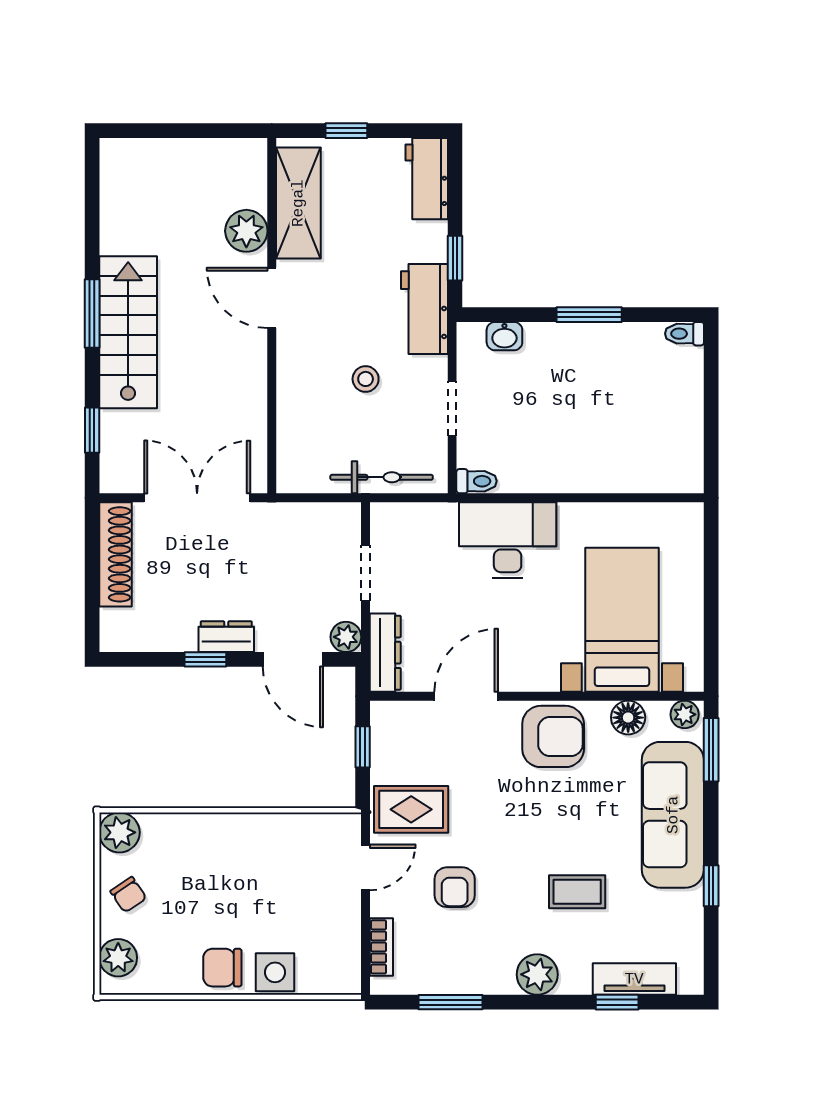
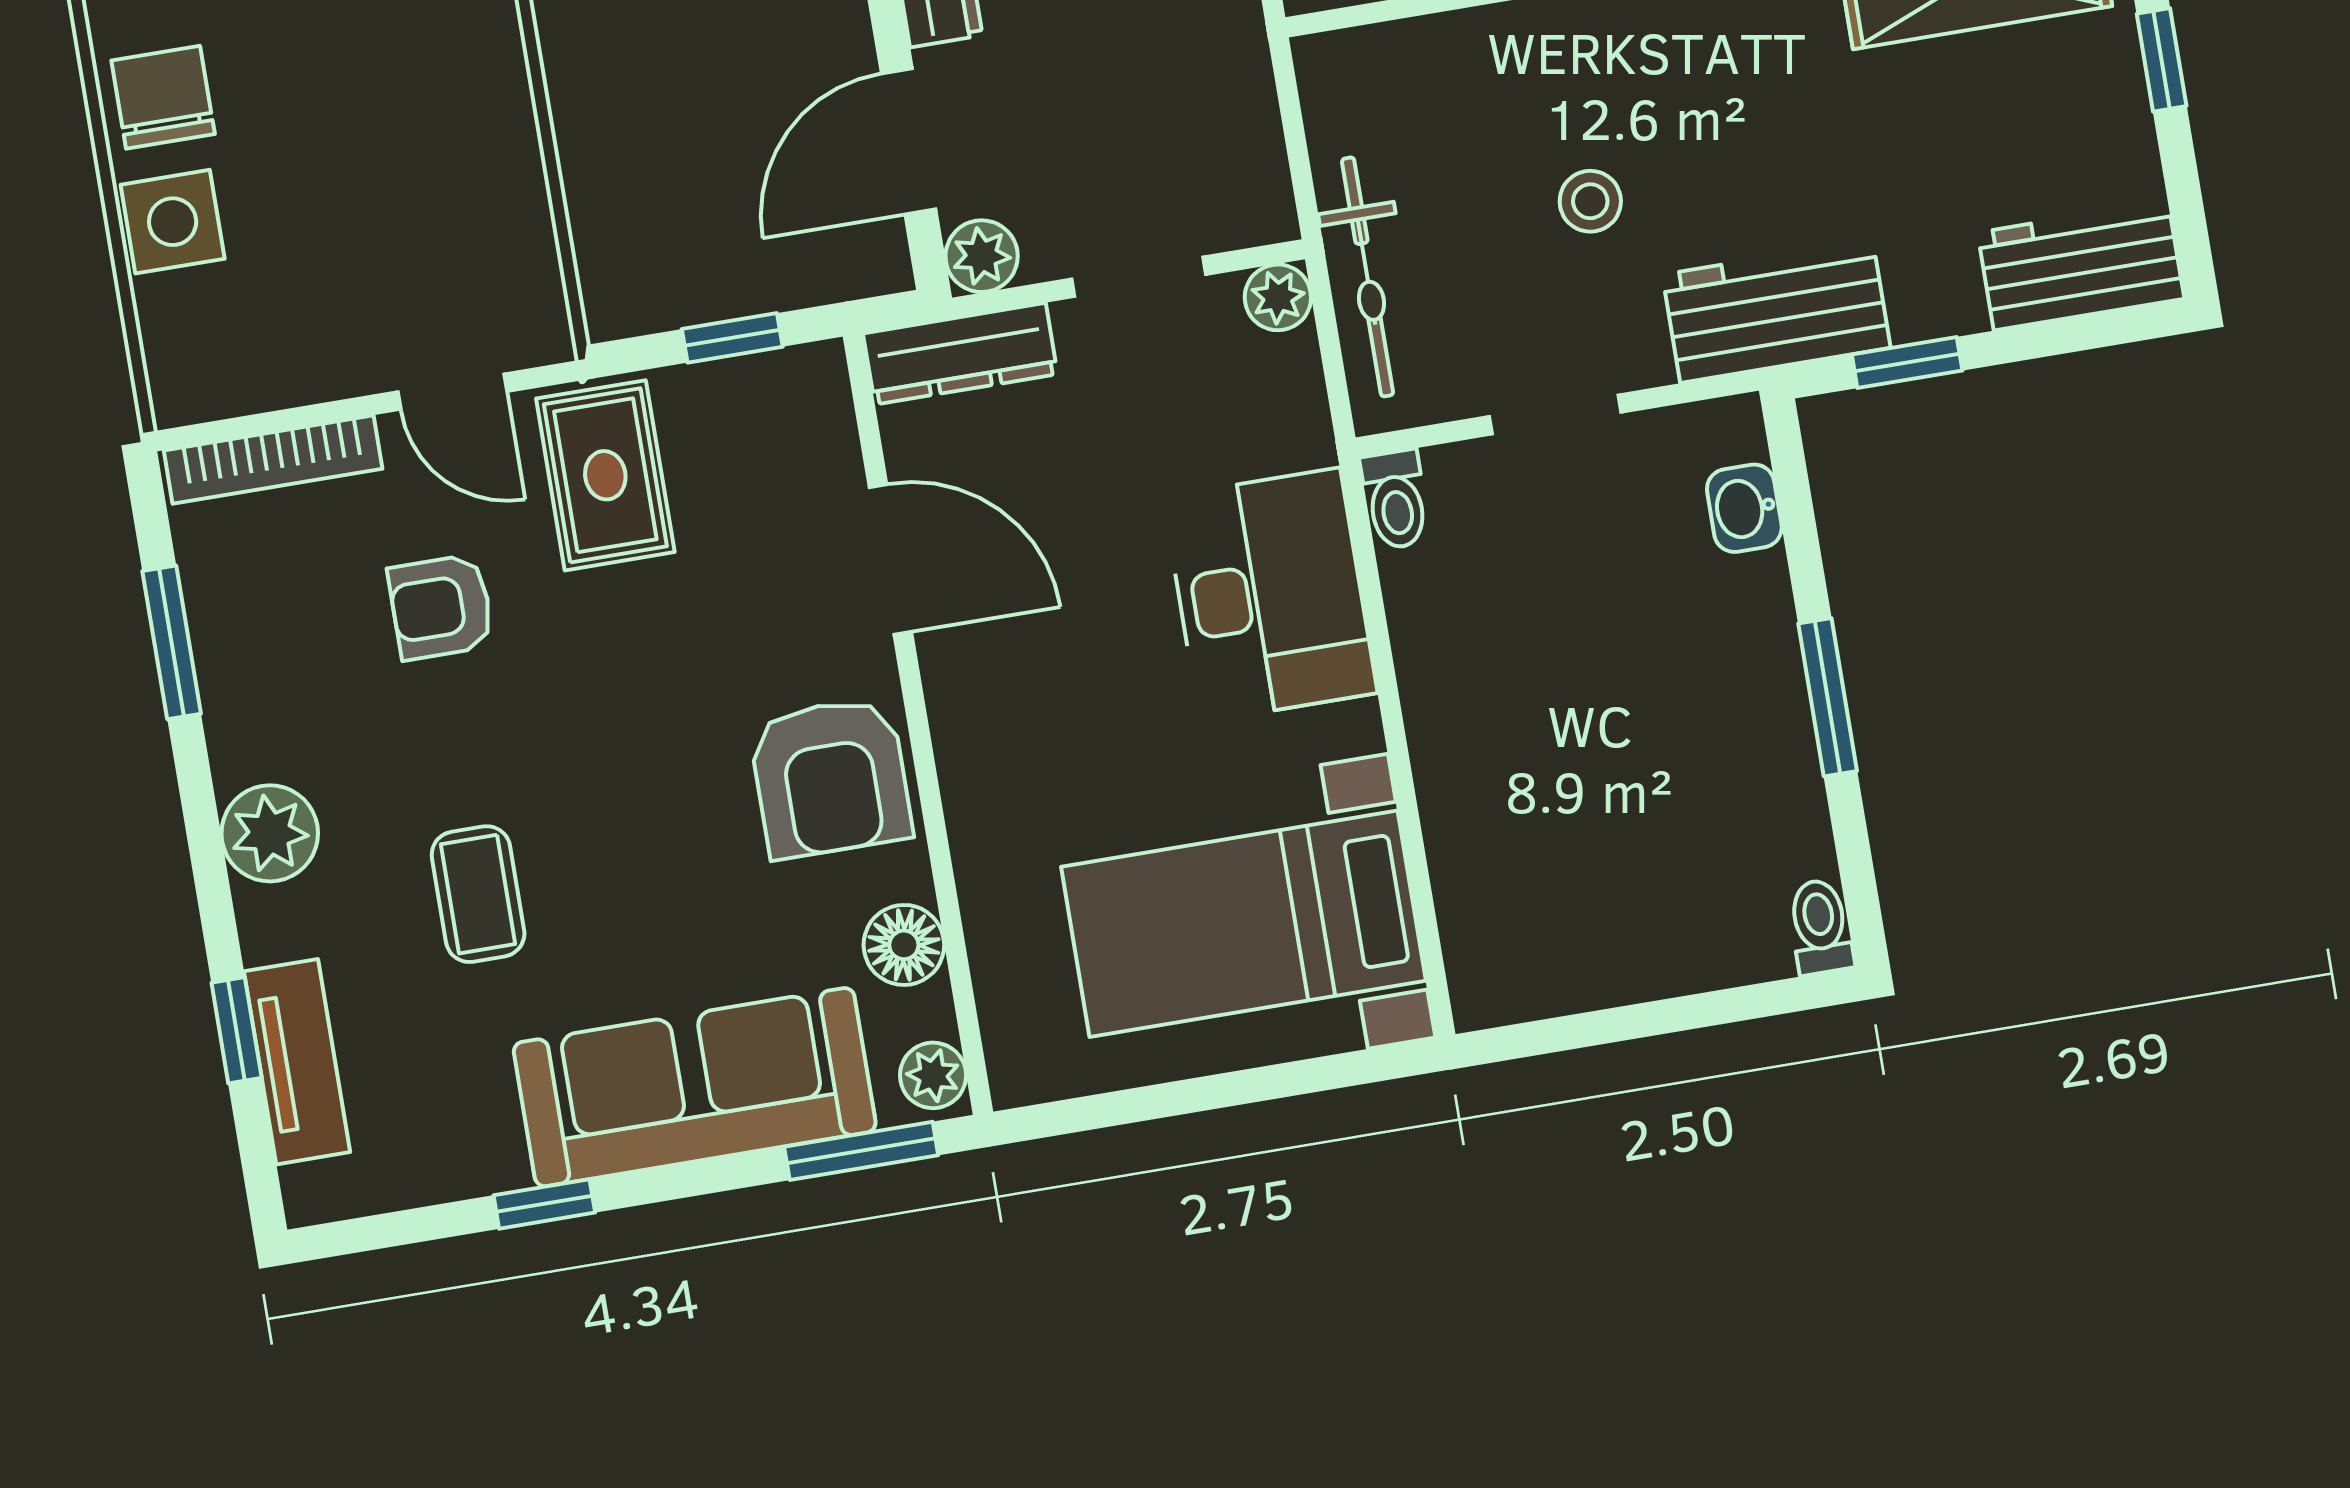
plant: (384, 516) -> (1278, 297), added
bed with nightstands: (622, 620) -> (1243, 924), moved, turned 180
bookcase: (381, 947) -> (273, 460), width x1.56

